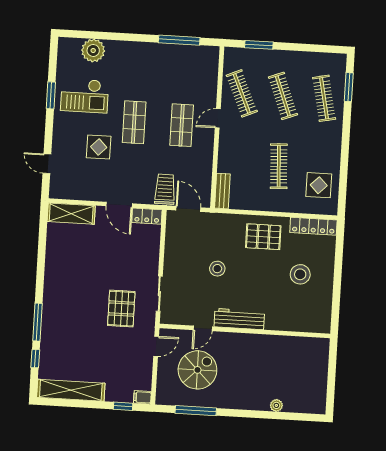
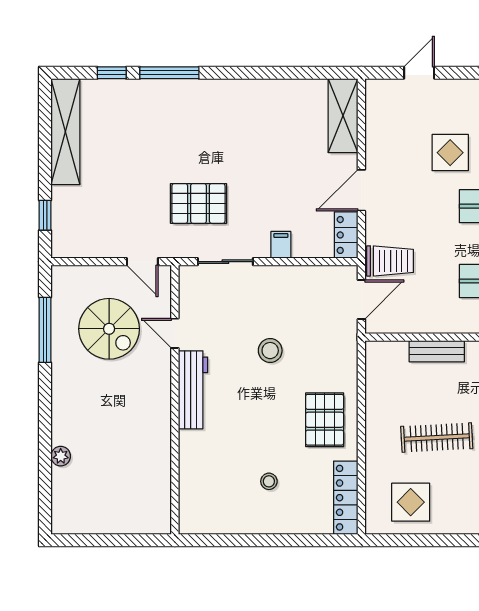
bench: (222, 191) -> (437, 351), moved
stool: (300, 274) -> (269, 481), width x0.53, depth x0.53
filing cabinet: (142, 397) -> (281, 245), moved

